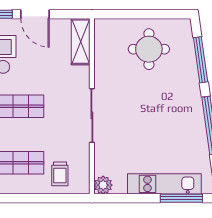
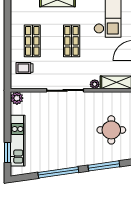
plant: (83, 73) -> (95, 84), added
window: (181, 198) -> (8, 153), width x0.69

